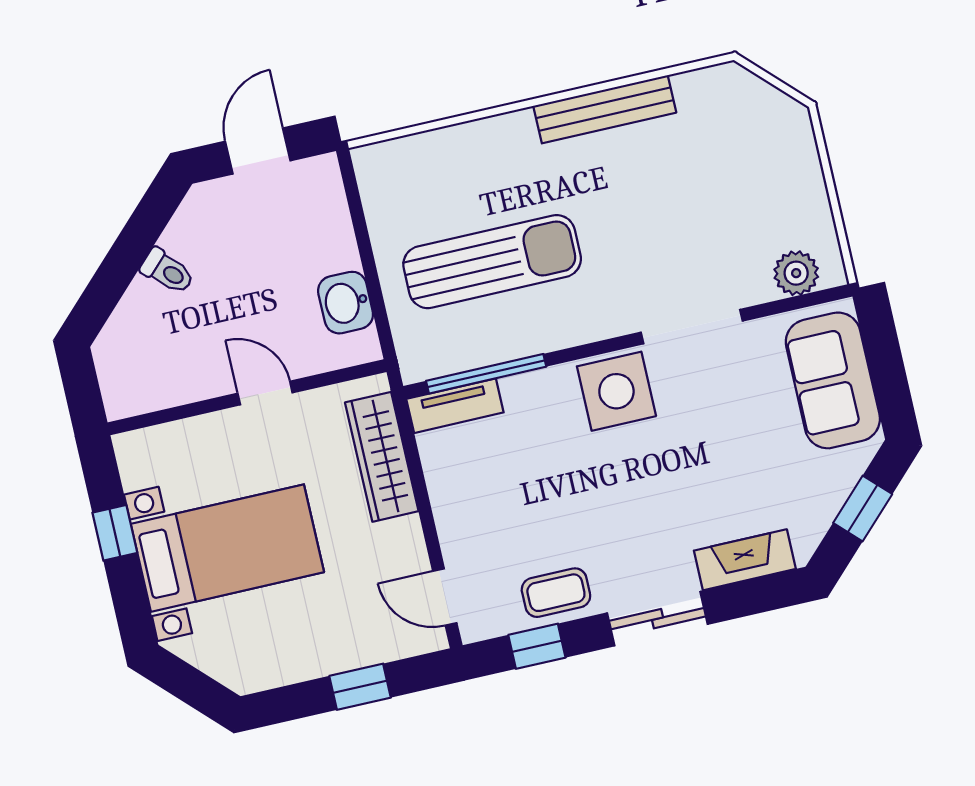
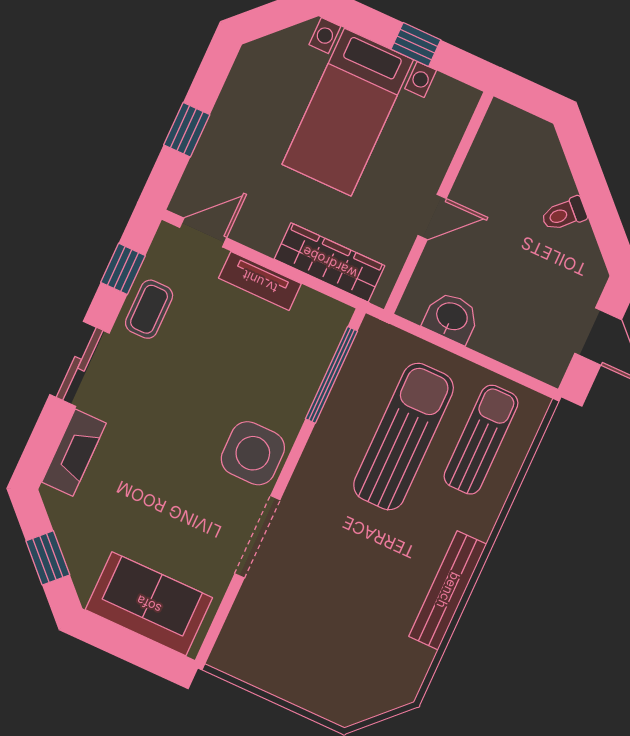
sun lounger: (439, 187) -> (481, 440), added
sun lounger: (492, 262) -> (404, 437), turned 180
plant: (796, 273) -> (240, 634), removed
tv unit: (455, 406) -> (260, 281), moved, turned -90

